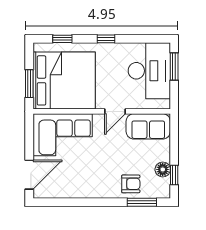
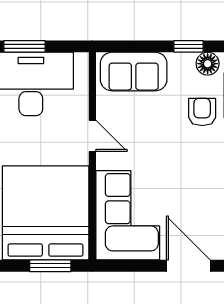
sofa: (148, 126) -> (134, 72), moved, turned 90
floor lamp: (163, 169) -> (208, 64), moved

